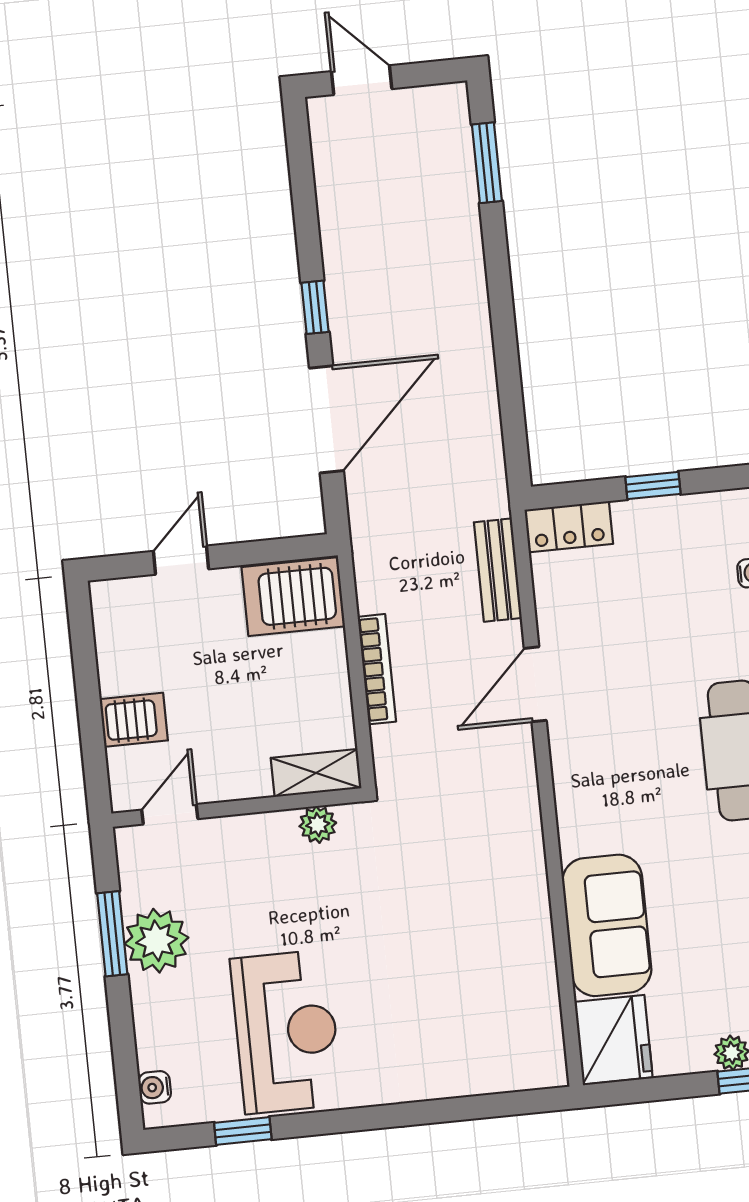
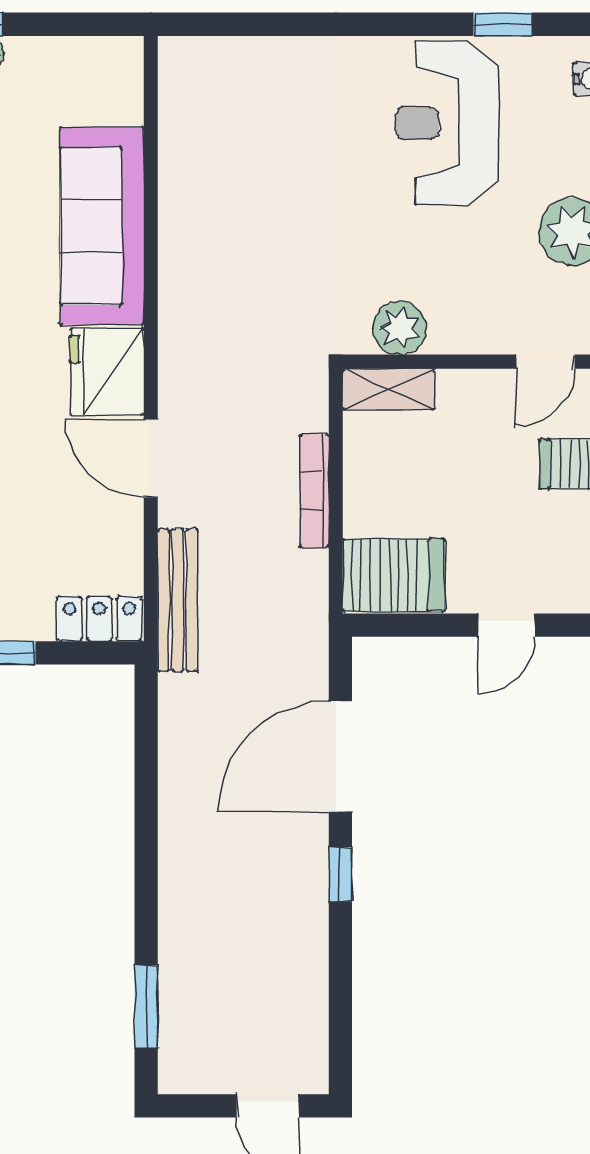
bench: (498, 570) -> (178, 600), width x1.36
door: (535, 684) -> (151, 458), swing flipped
plant: (318, 825) -> (399, 328), width x1.38, depth x1.38
sofa: (607, 925) -> (102, 226), width x1.36
fridge: (614, 1040) -> (107, 372), moved

